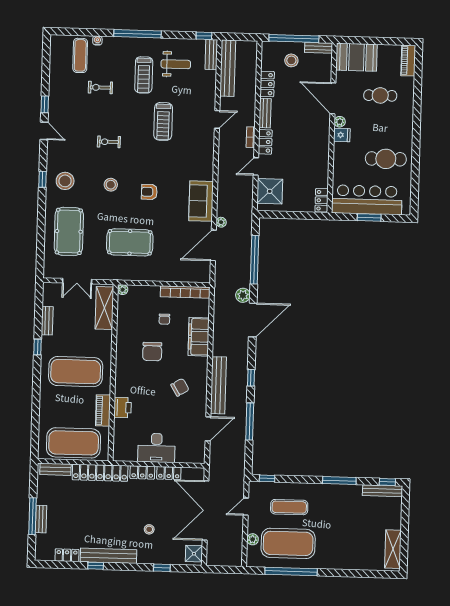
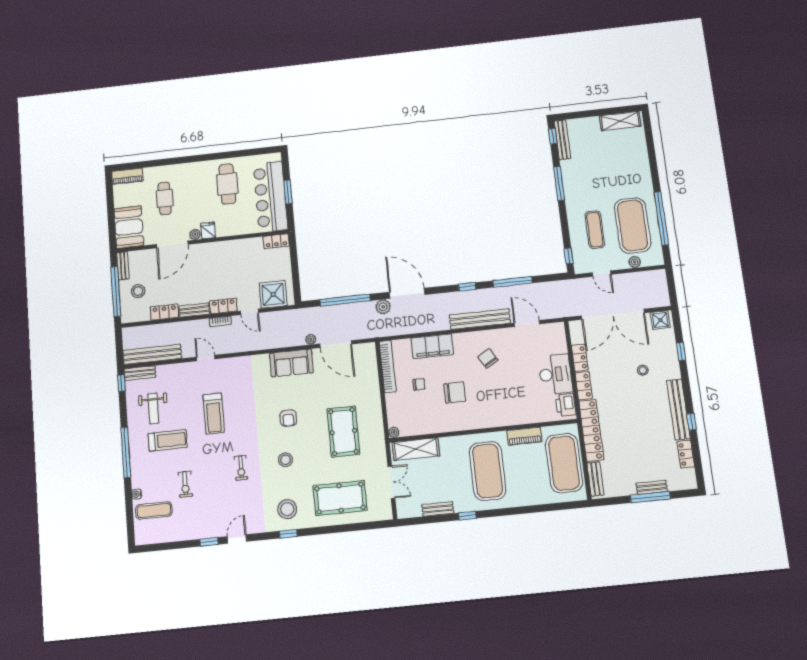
weight bench: (176, 64) -> (153, 408), turned 180
treadmill: (163, 121) -> (214, 414), turned 90
printer: (123, 407) -> (566, 405), moved, turned -90

